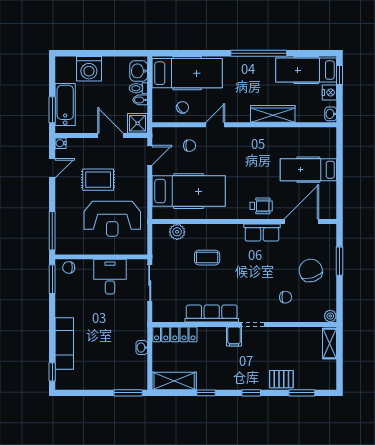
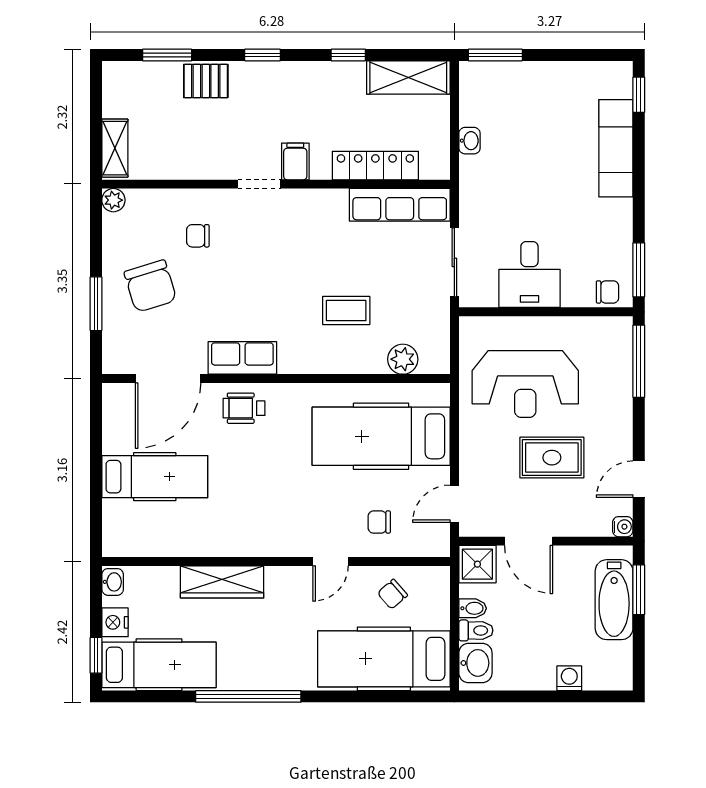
washing machine: (89, 69) -> (569, 678), width x0.53, depth x0.53
reception desk: (112, 219) -> (525, 384), turned 180
row of seats: (212, 314) -> (400, 205), moved
locker: (175, 334) -> (375, 166), moved

